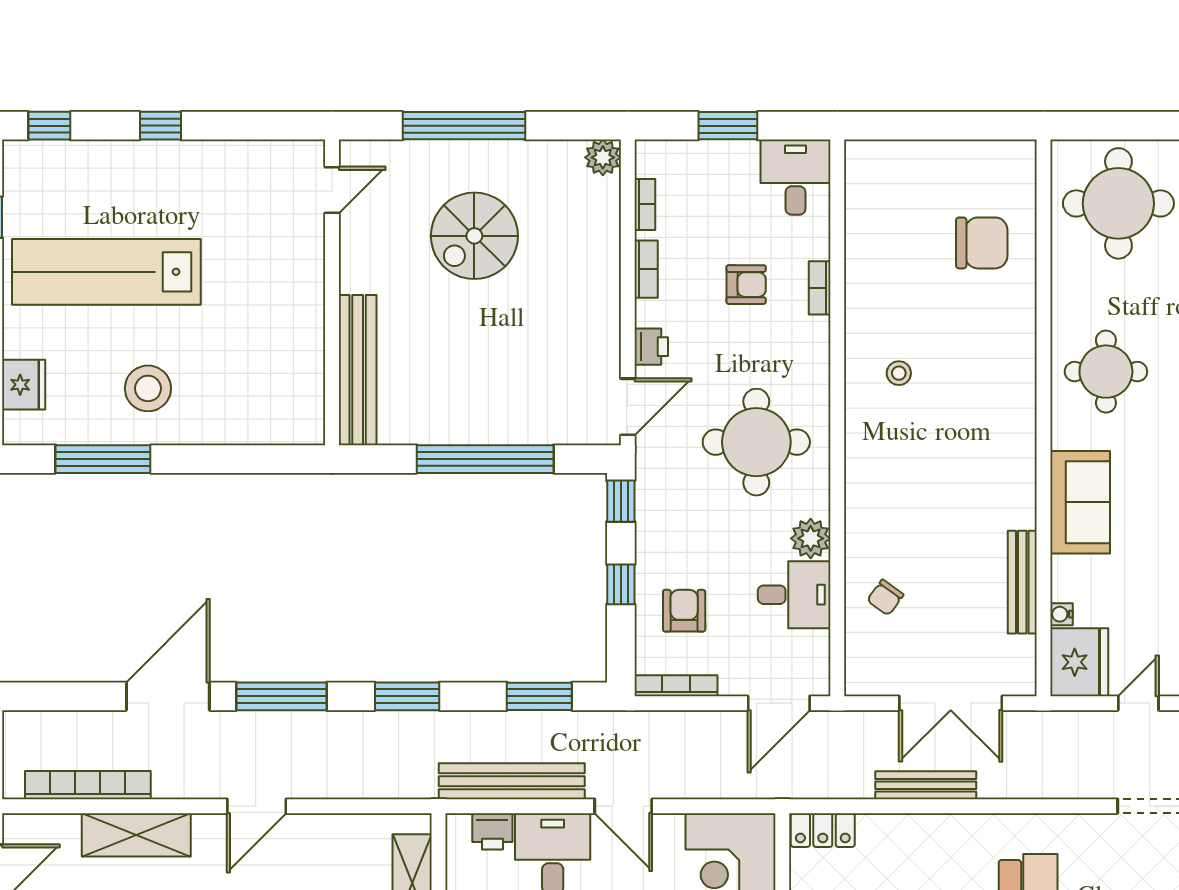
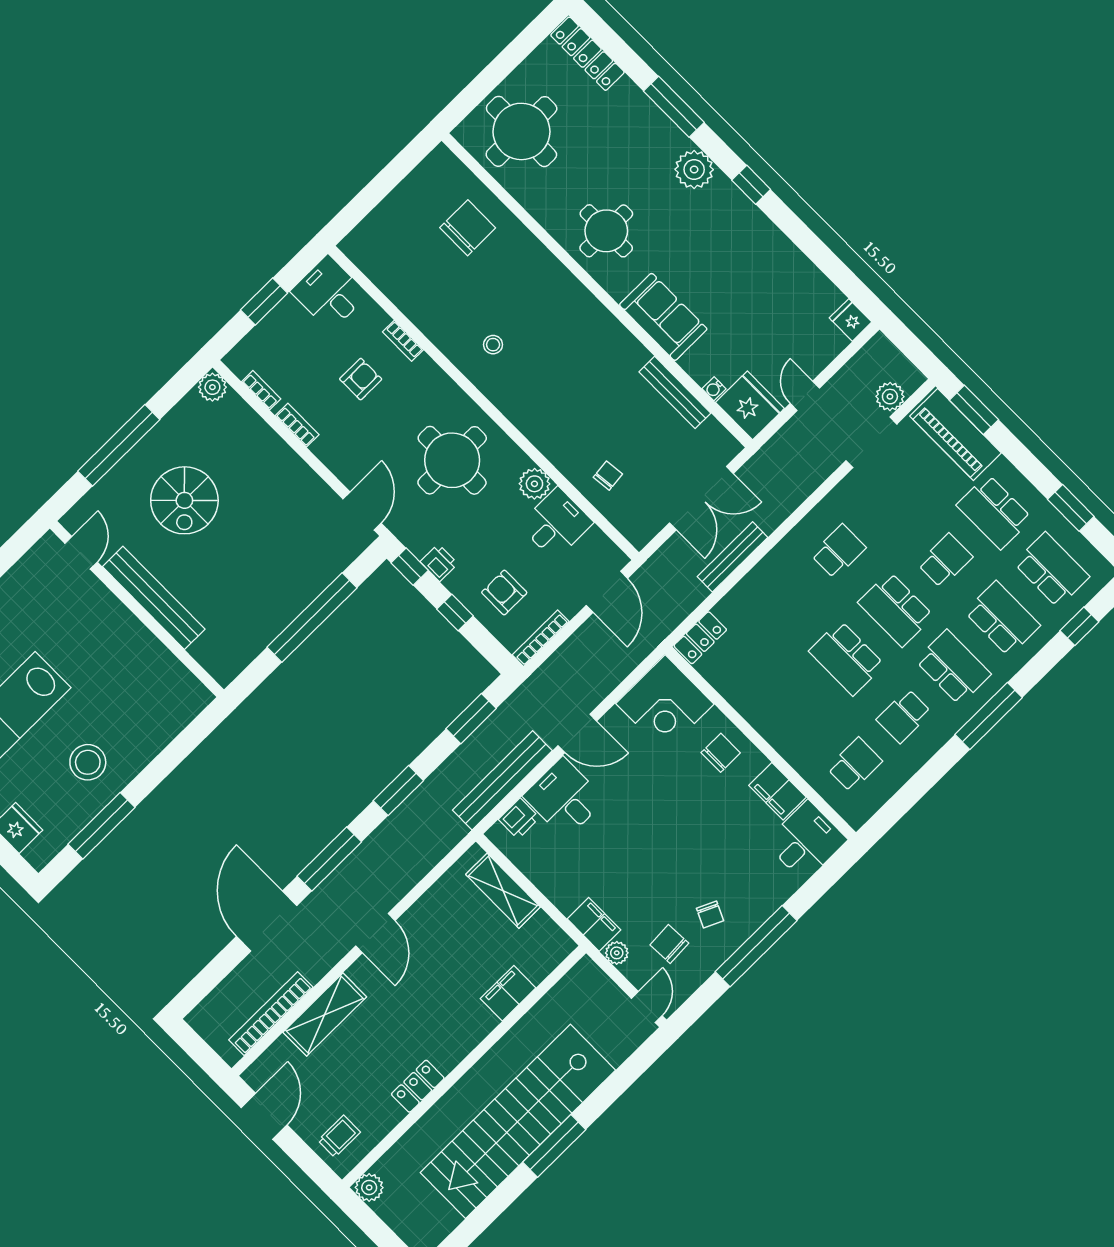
printer: (651, 347) -> (439, 563), moved
bench: (358, 370) -> (154, 598), moved
chair: (885, 598) -> (608, 476), turned -132

